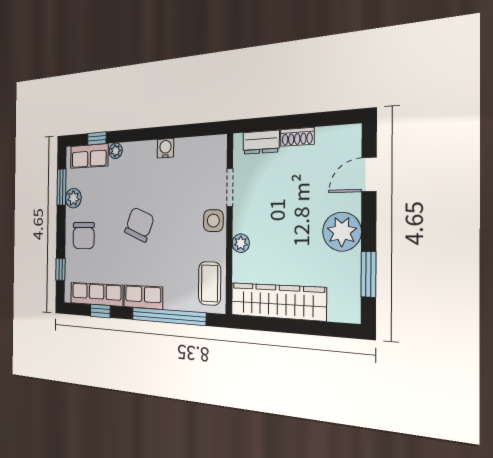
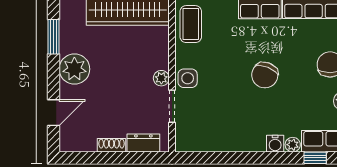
water cooler: (165, 148) -> (275, 144), moved
plant: (241, 243) -> (161, 78), moved

